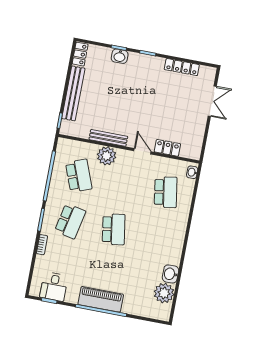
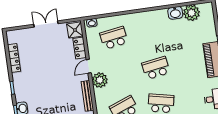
double door: (212, 101) -> (46, 24), moved
shower: (190, 150) -> (75, 30), added
plant: (107, 156) -> (100, 80), moved

